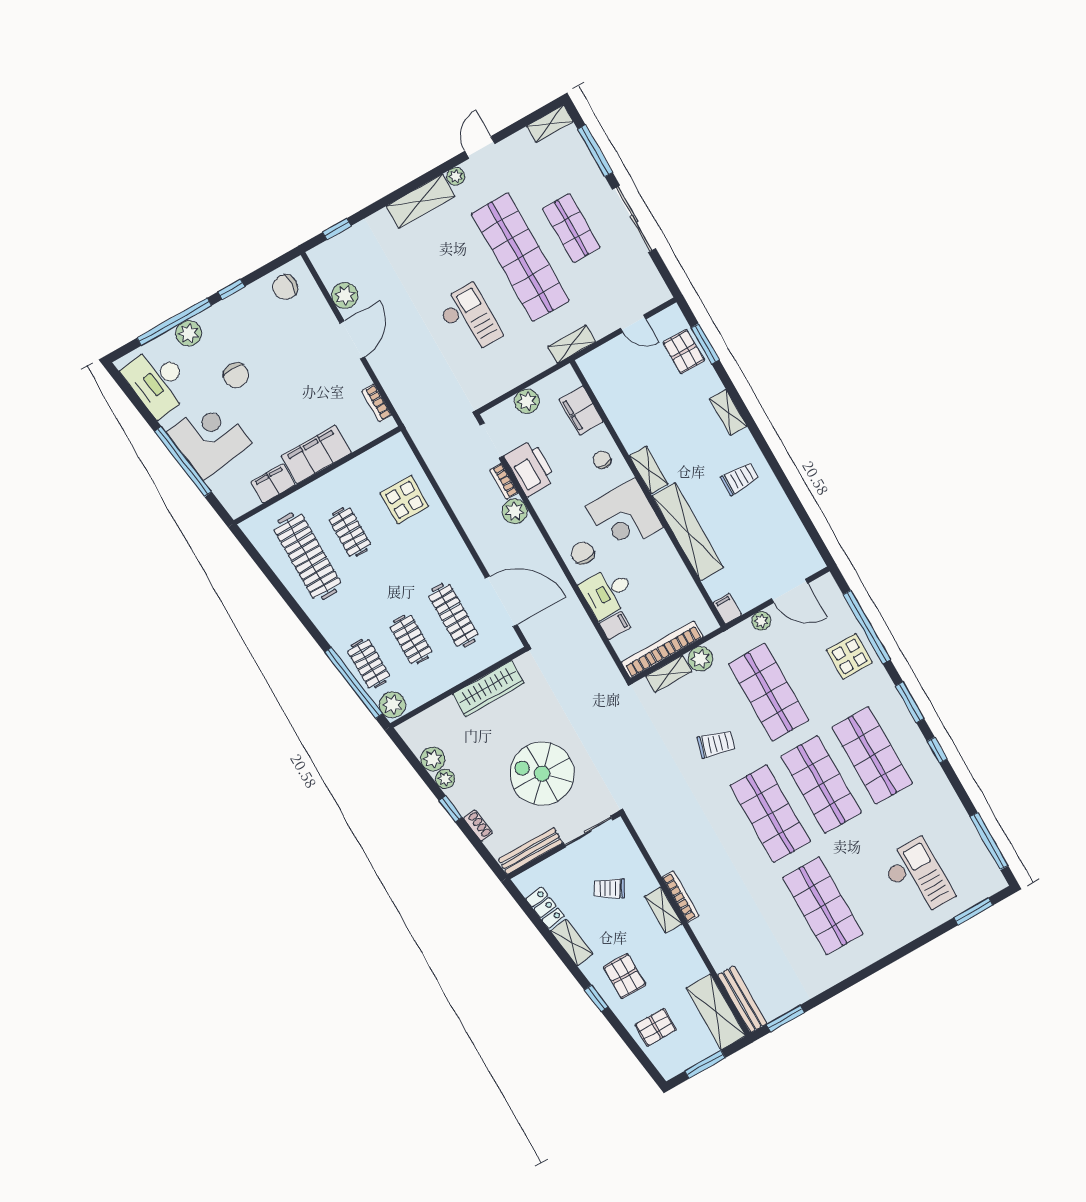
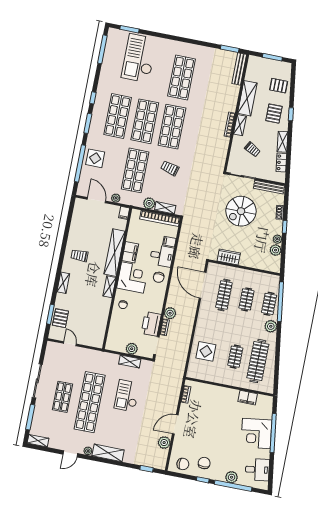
shelving: (572, 344) -> (130, 362), moved
chair: (236, 375) -> (204, 463), moved
desk: (158, 381) -> (257, 470), width x0.73
filing cabinet: (581, 411) -> (130, 252), moved
filing cabinet: (316, 454) -> (223, 395), removed
wardrobe: (489, 689) -> (229, 257), width x0.67
plant: (392, 705) -> (271, 326), moved
spiral stairs: (542, 774) -> (241, 211), turned 90
checkout: (918, 878) -> (139, 58), width x1.36, depth x1.21
shelving: (716, 1012) -> (247, 98), moved

